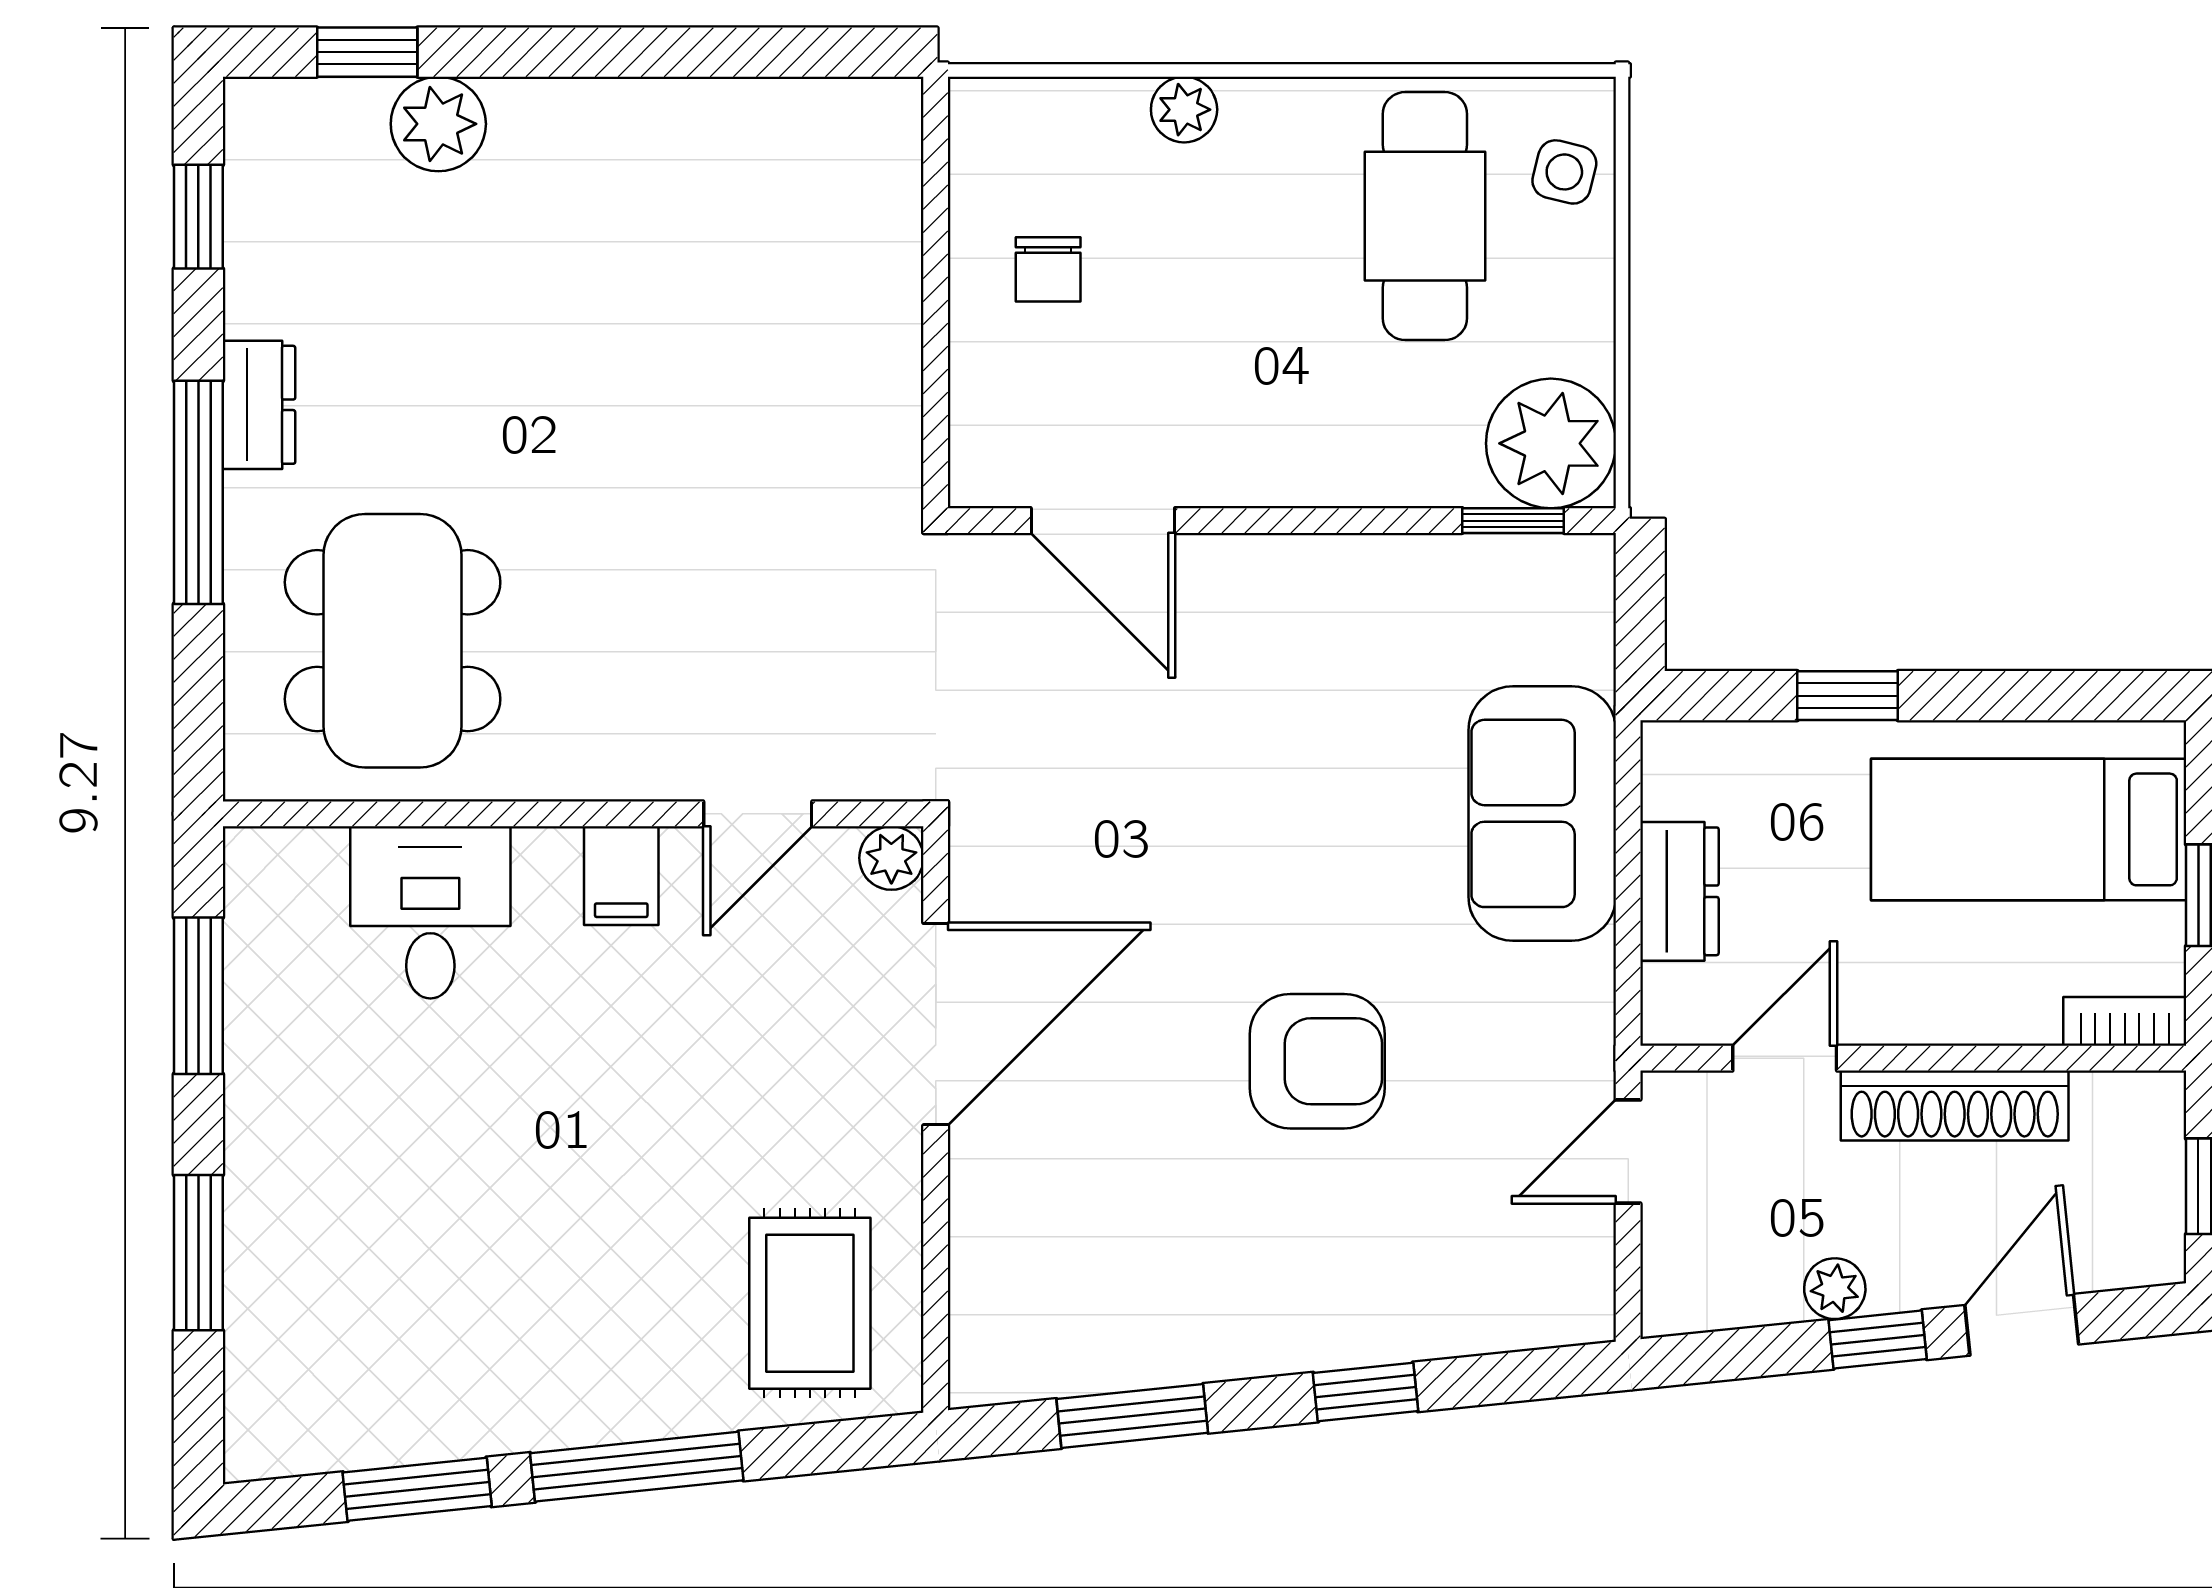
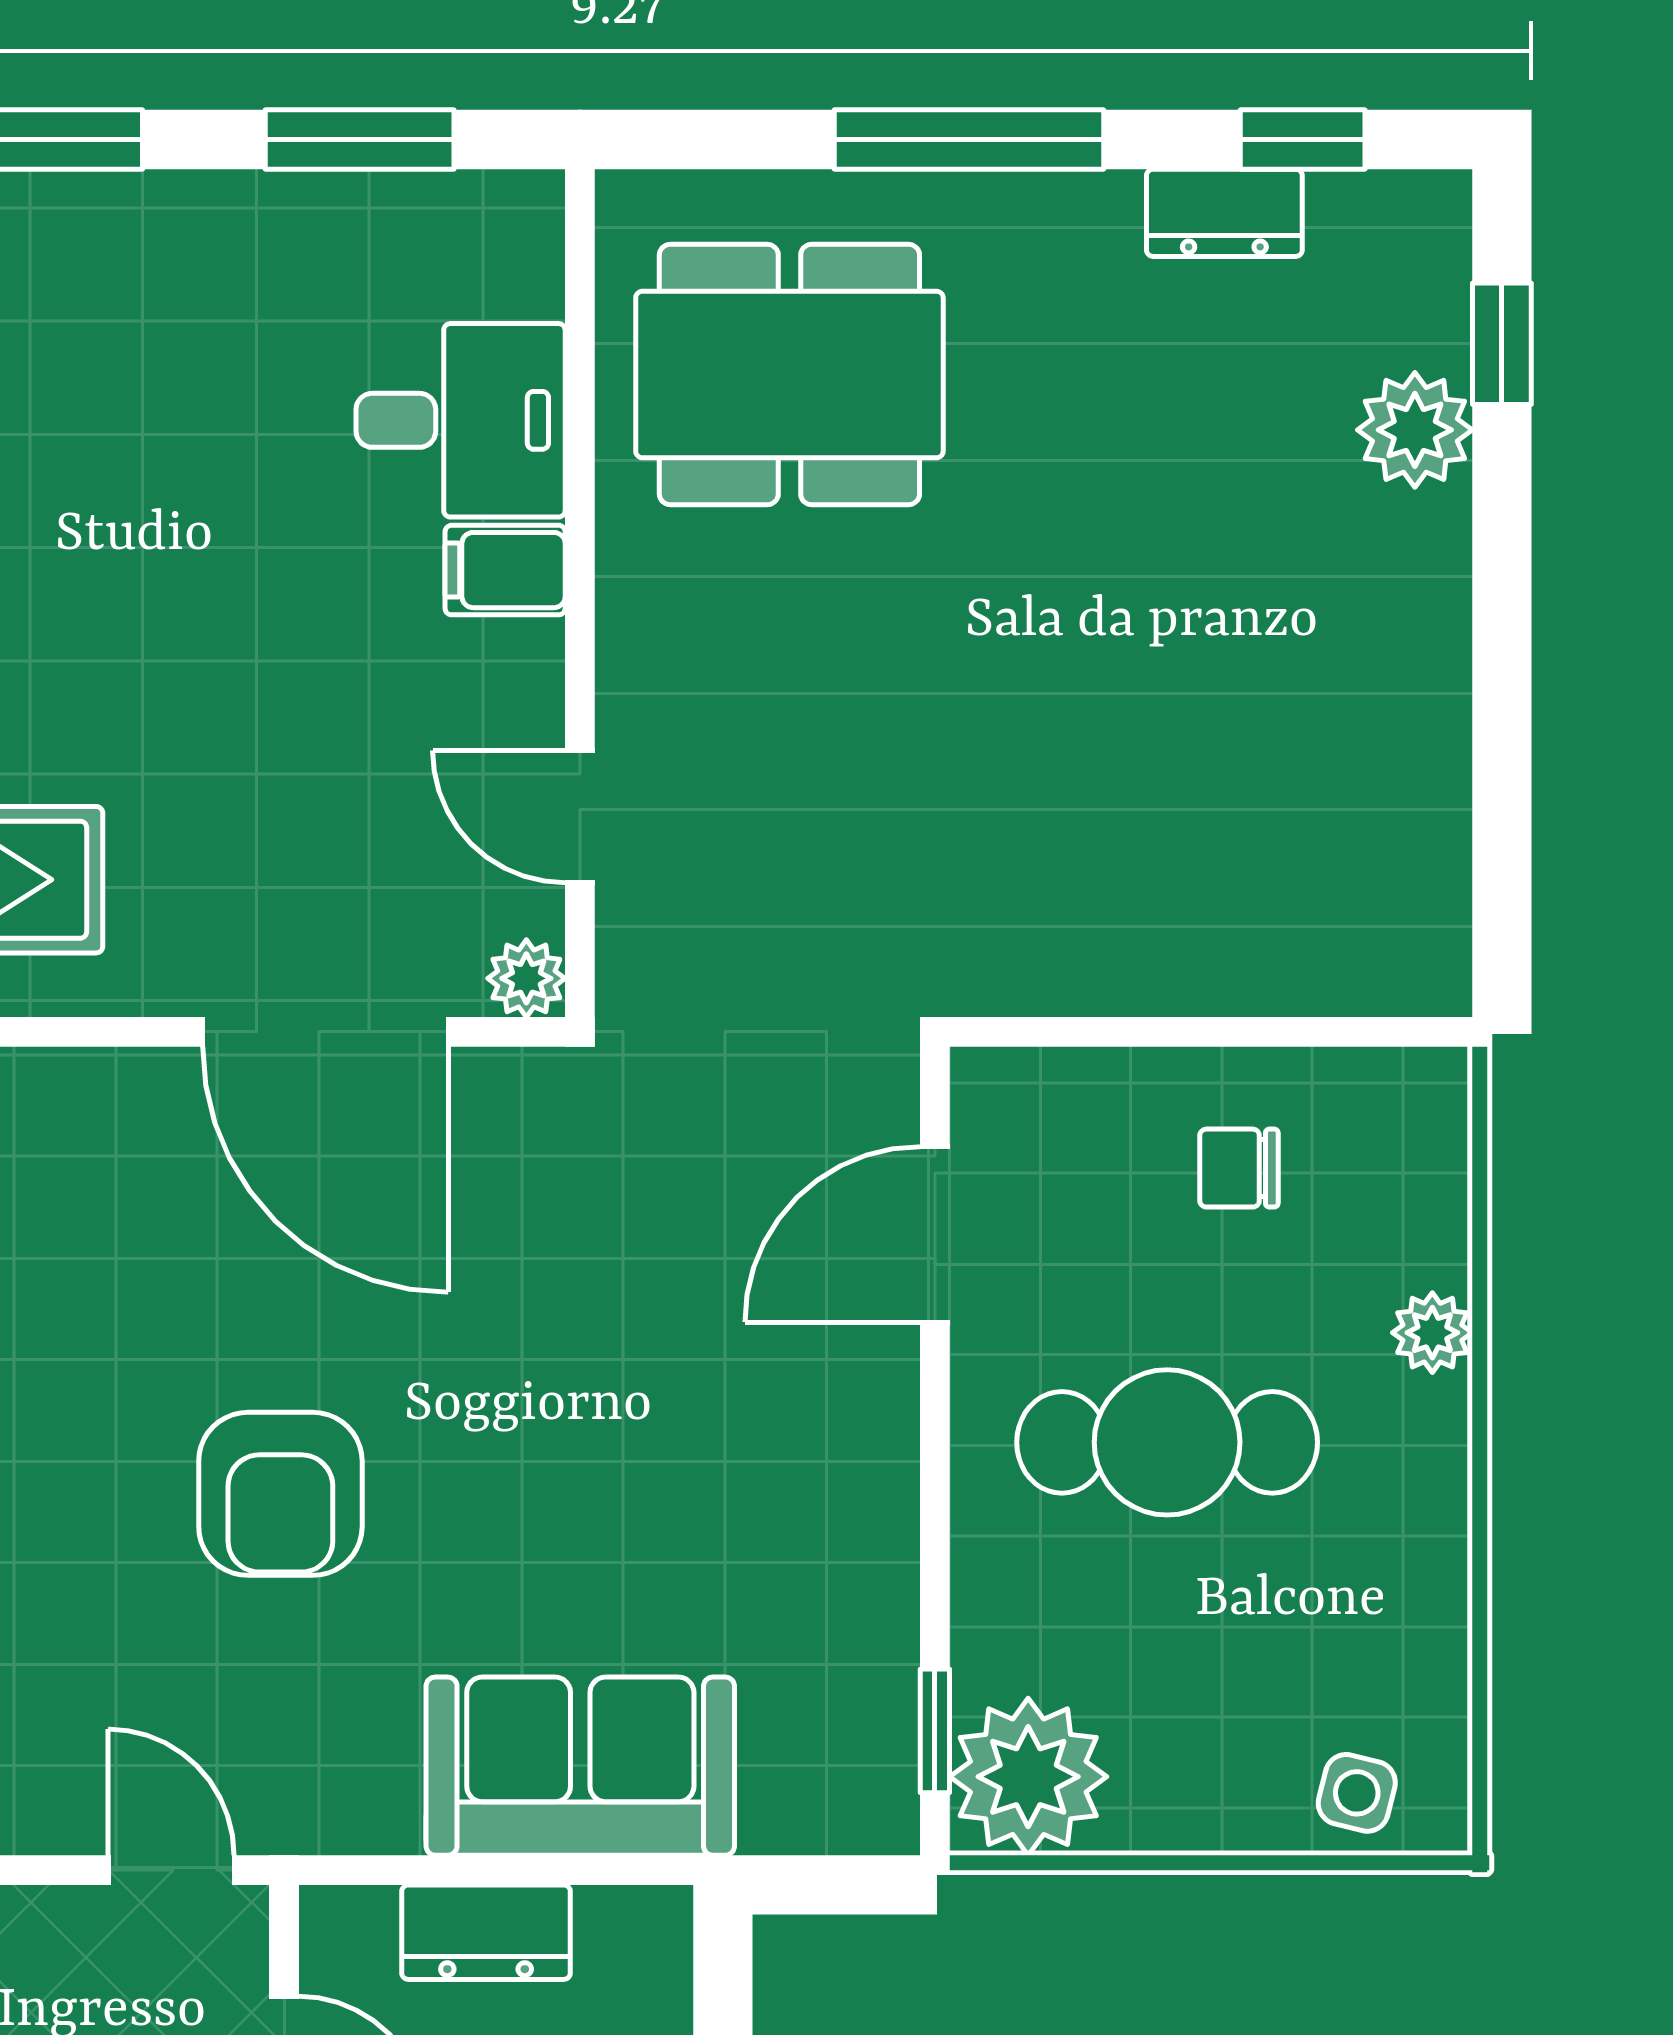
cafe table: (1425, 216) -> (1167, 1442), moved
dresser: (259, 405) -> (1224, 213), moved
filing cabinet: (621, 876) -> (505, 570), moved

